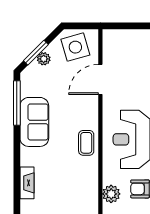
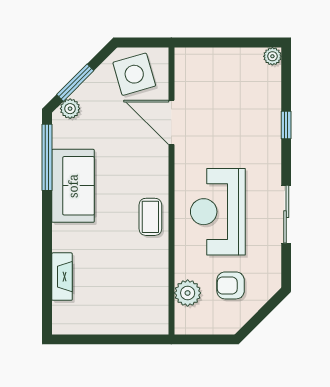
plant: (44, 59) -> (70, 109), moved
door: (100, 79) -> (171, 122), hinge flipped

